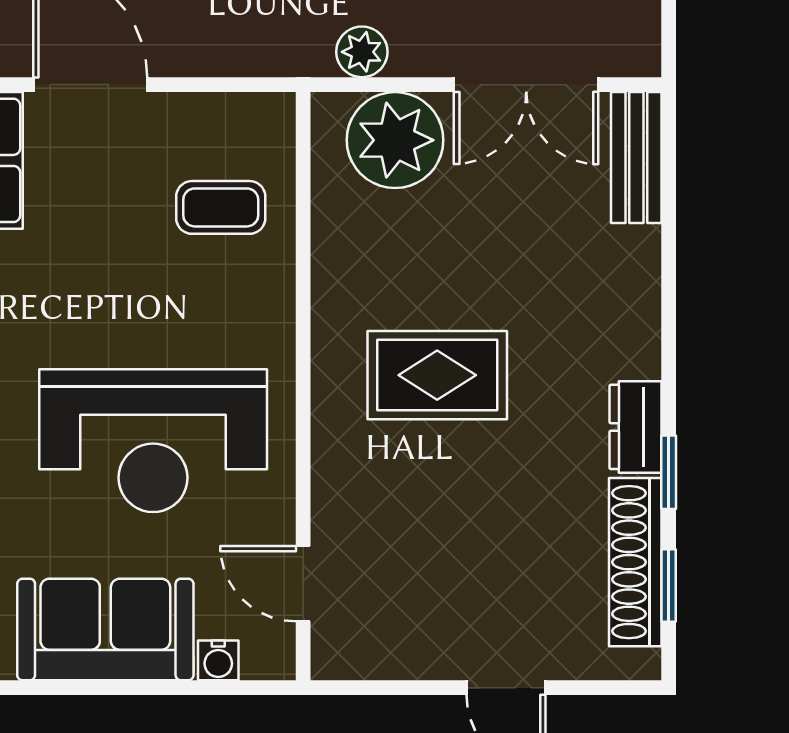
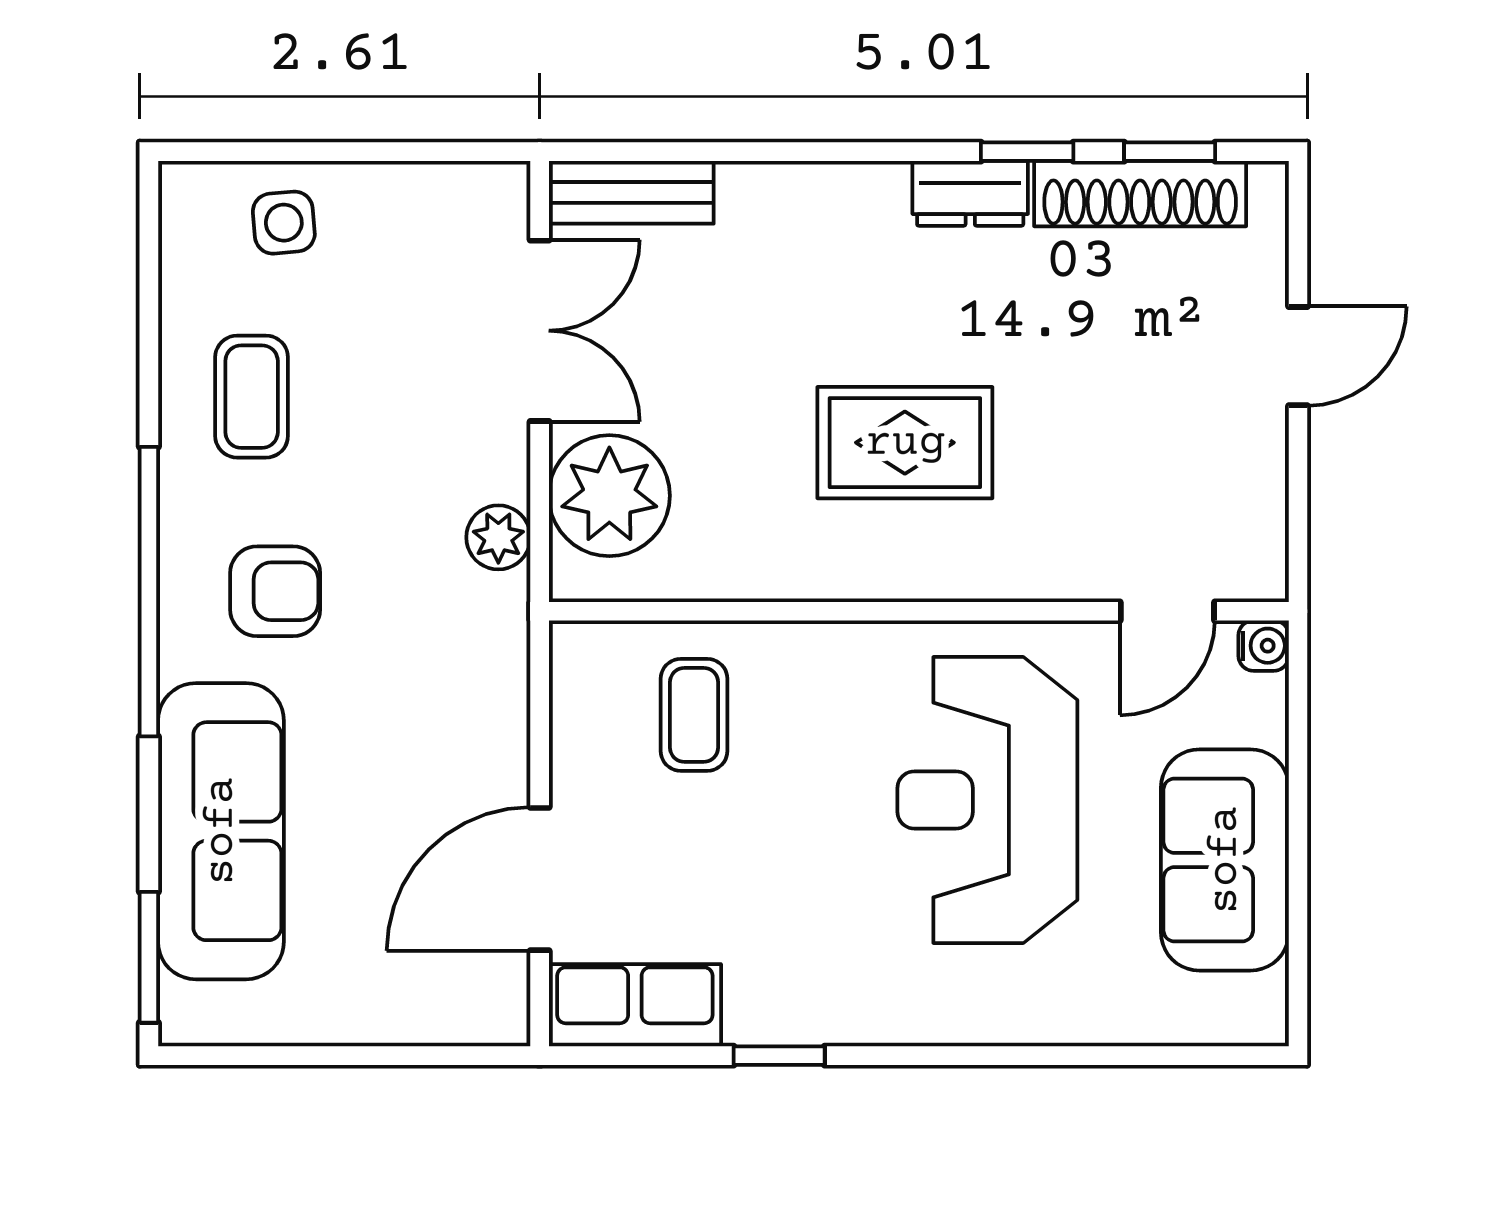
rug: (437, 375) -> (905, 443), turned 90
reception desk: (153, 441) -> (987, 800), turned 180
water cooler: (218, 660) -> (1264, 646), moved

